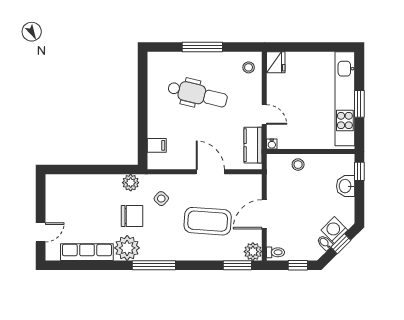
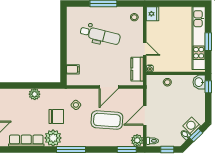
door: (210, 172) -> (109, 87), swing flipped
plant: (131, 183) -> (35, 94), moved
washbasin: (346, 186) -> (199, 82), moved

